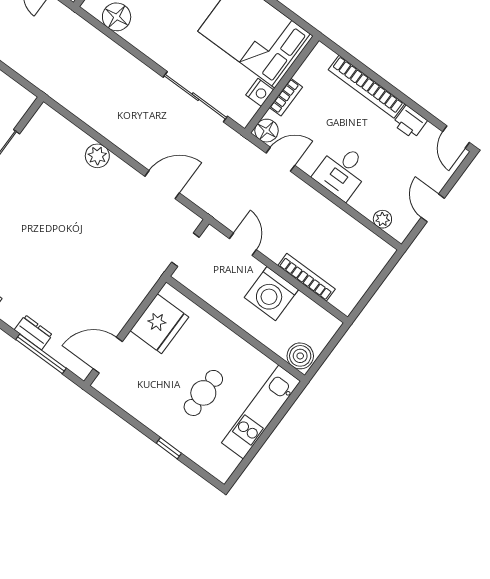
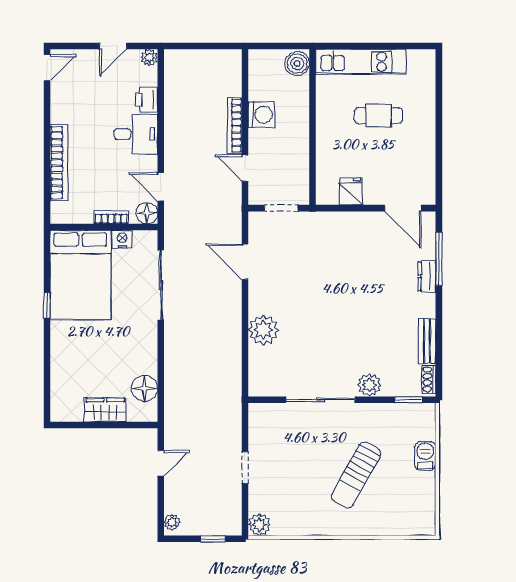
printer: (410, 122) -> (146, 100), moved, turned 180
plant: (97, 156) -> (263, 330), width x1.36, depth x1.36
plant: (382, 219) -> (149, 57), moved
door: (243, 244) -> (245, 168), hinge flipped
bookcase: (307, 277) -> (235, 126), moved
washing machine: (271, 294) -> (262, 115), width x0.73, depth x0.73
fridge: (159, 324) -> (351, 191), width x0.53, depth x0.75
window: (169, 448) -> (439, 111), removed

